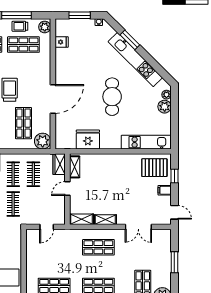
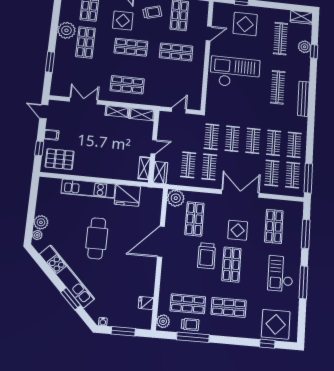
kitchen unit: (146, 142) -> (88, 189), moved

